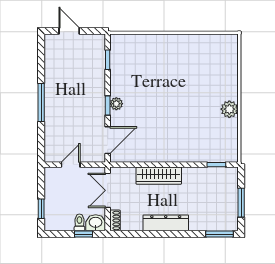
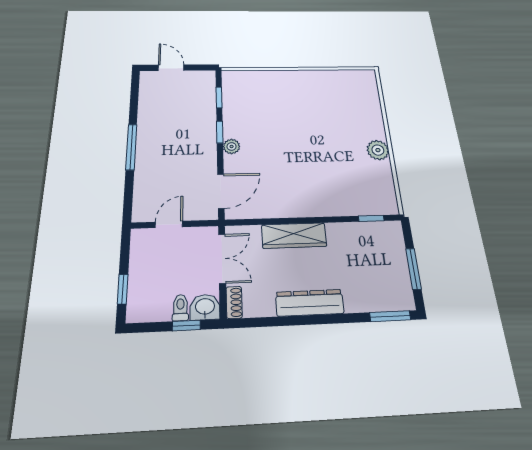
window: (108, 105) -> (220, 132), moved
double door: (108, 190) -> (222, 258), swing flipped

